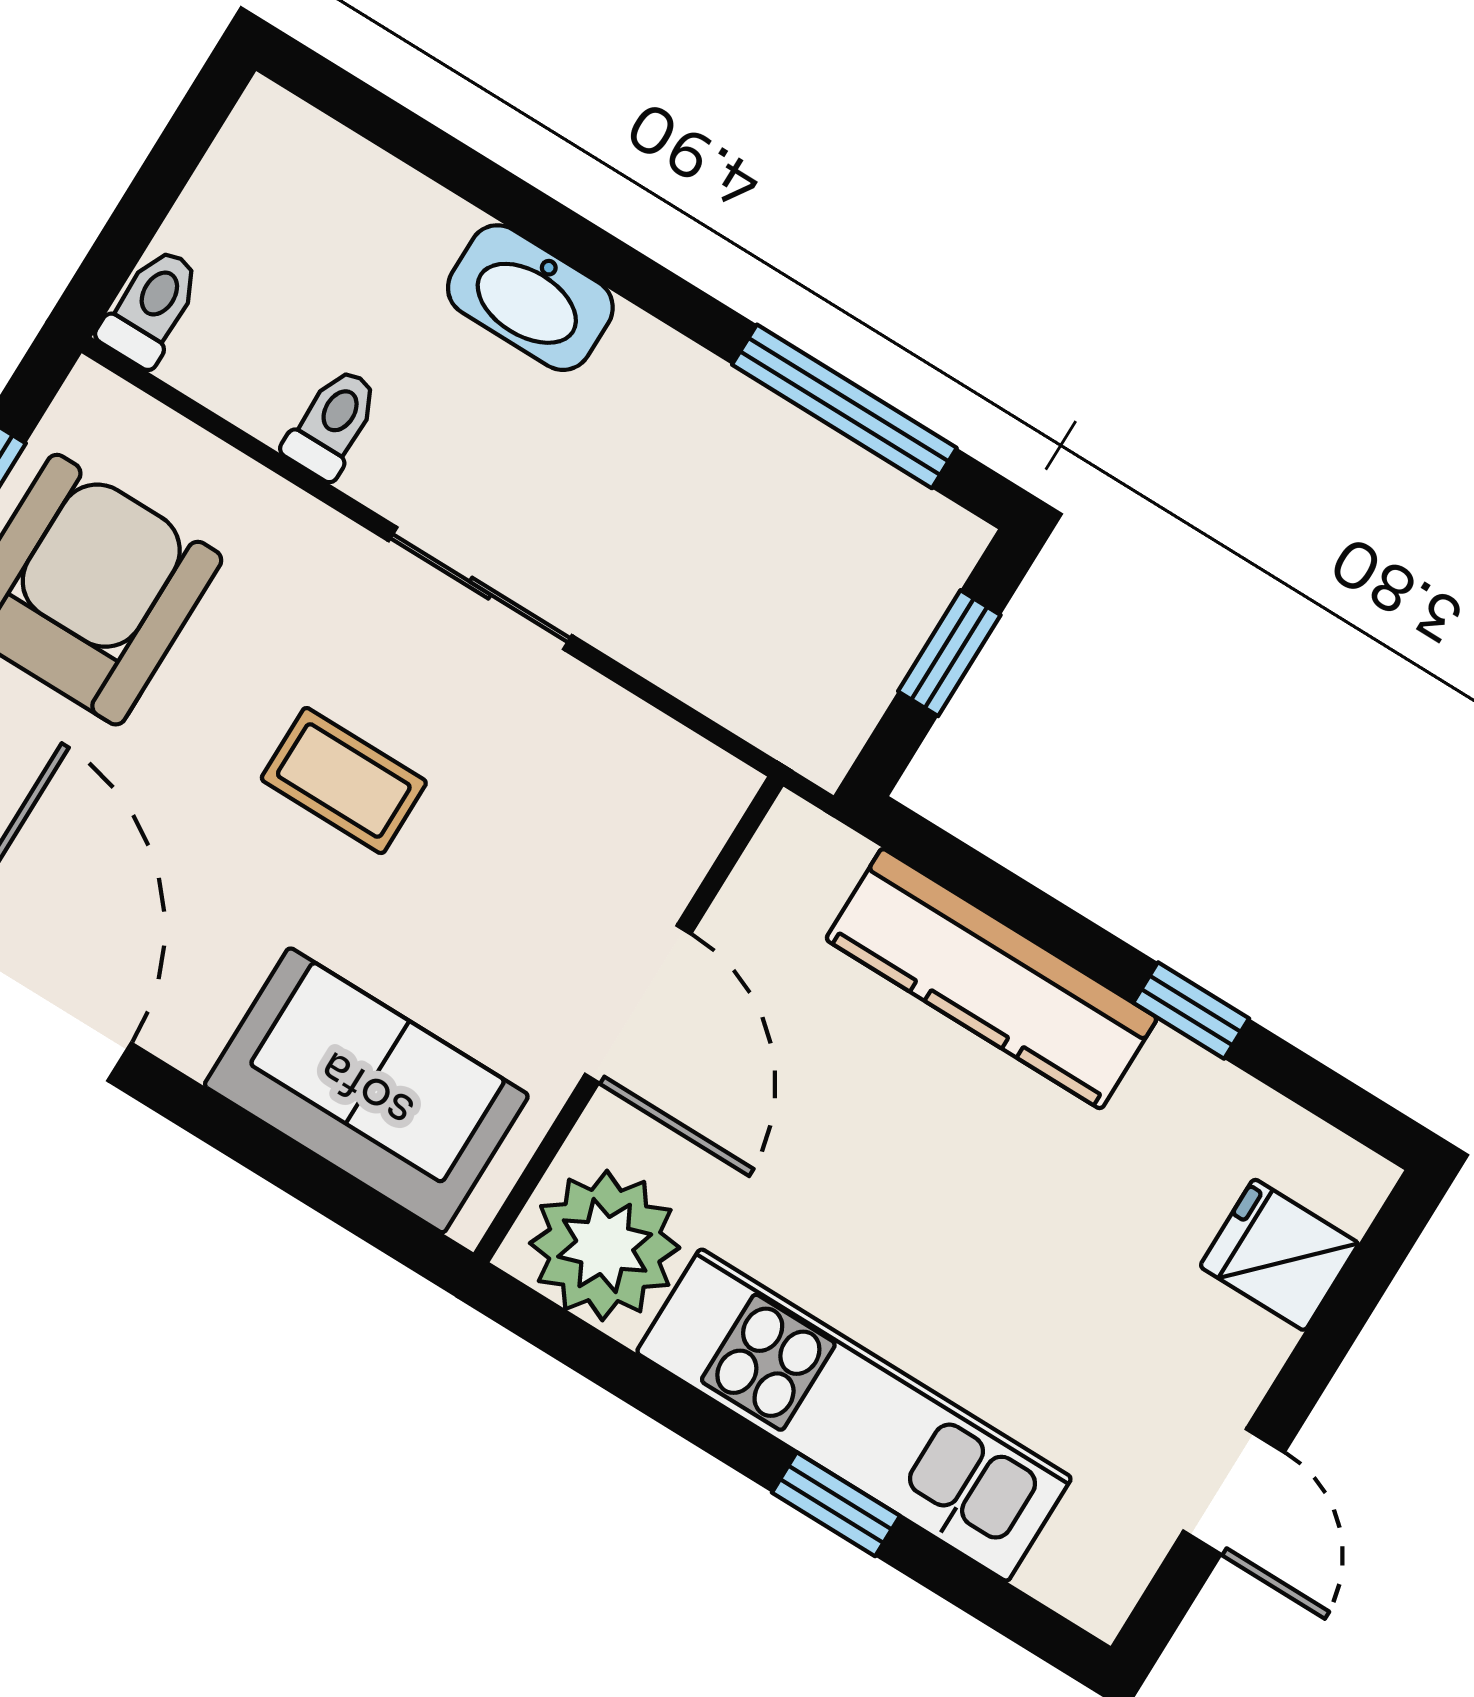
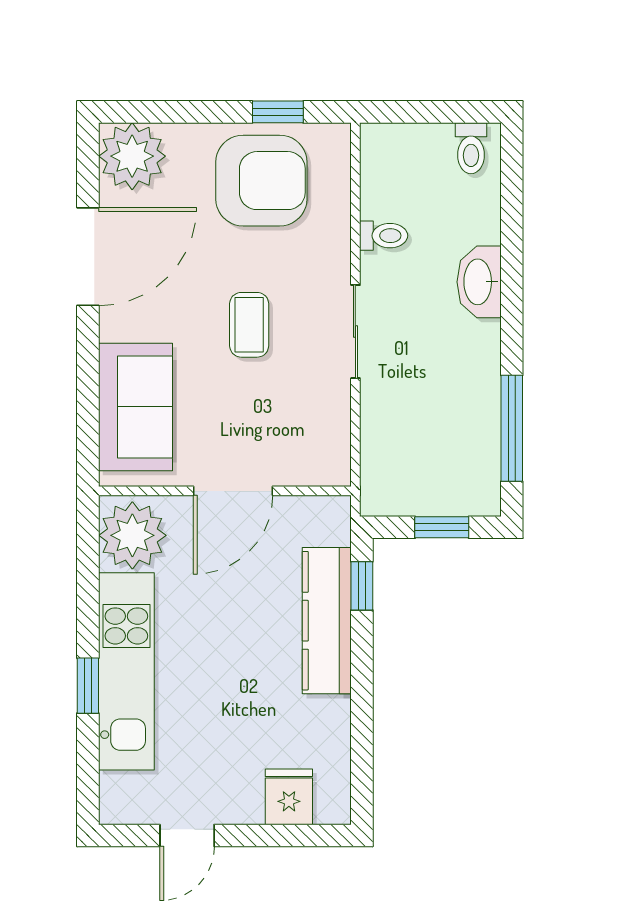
toilet: (151, 307) -> (471, 148), moved, turned 90
window: (1191, 1010) -> (362, 586), moved

